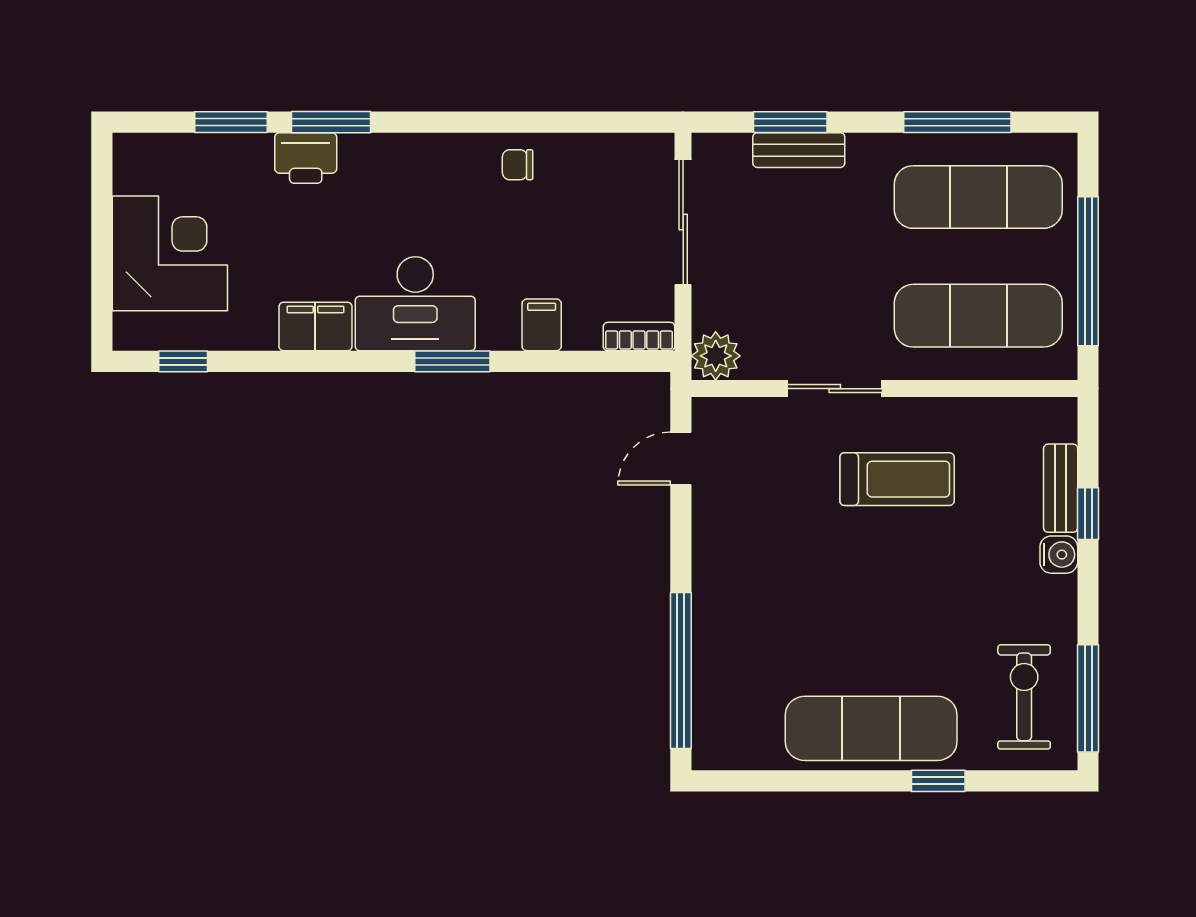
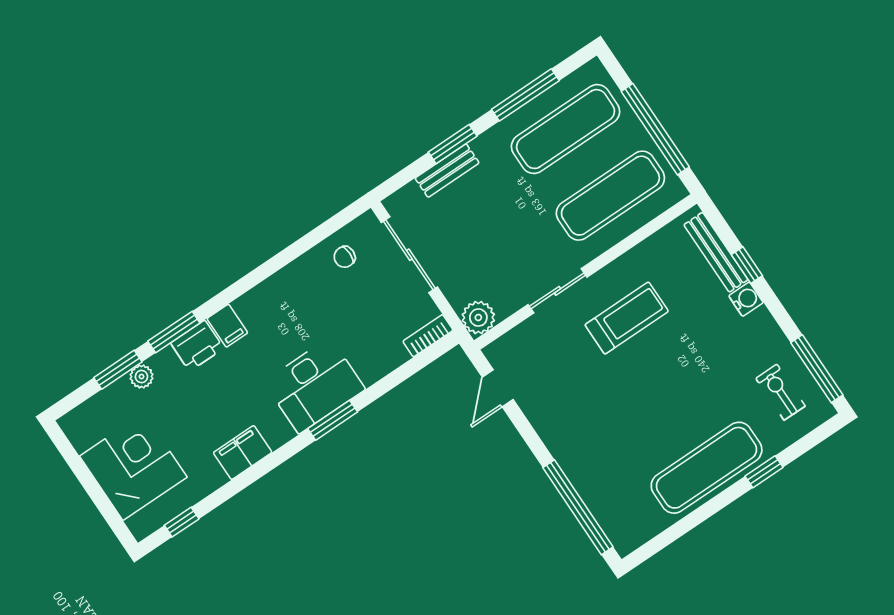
window: (790, 122) -> (453, 144), moved
plant: (254, 150) -> (141, 377), added
printer: (306, 158) -> (197, 346), moved
chair: (518, 165) -> (345, 257), moved
desk: (415, 304) -> (314, 385), moved
filing cabinet: (542, 325) -> (227, 326), moved, turned 180
bench: (1061, 488) -> (716, 252), width x1.36
exercise bike: (1024, 697) -> (780, 392), width x0.73, depth x0.72

